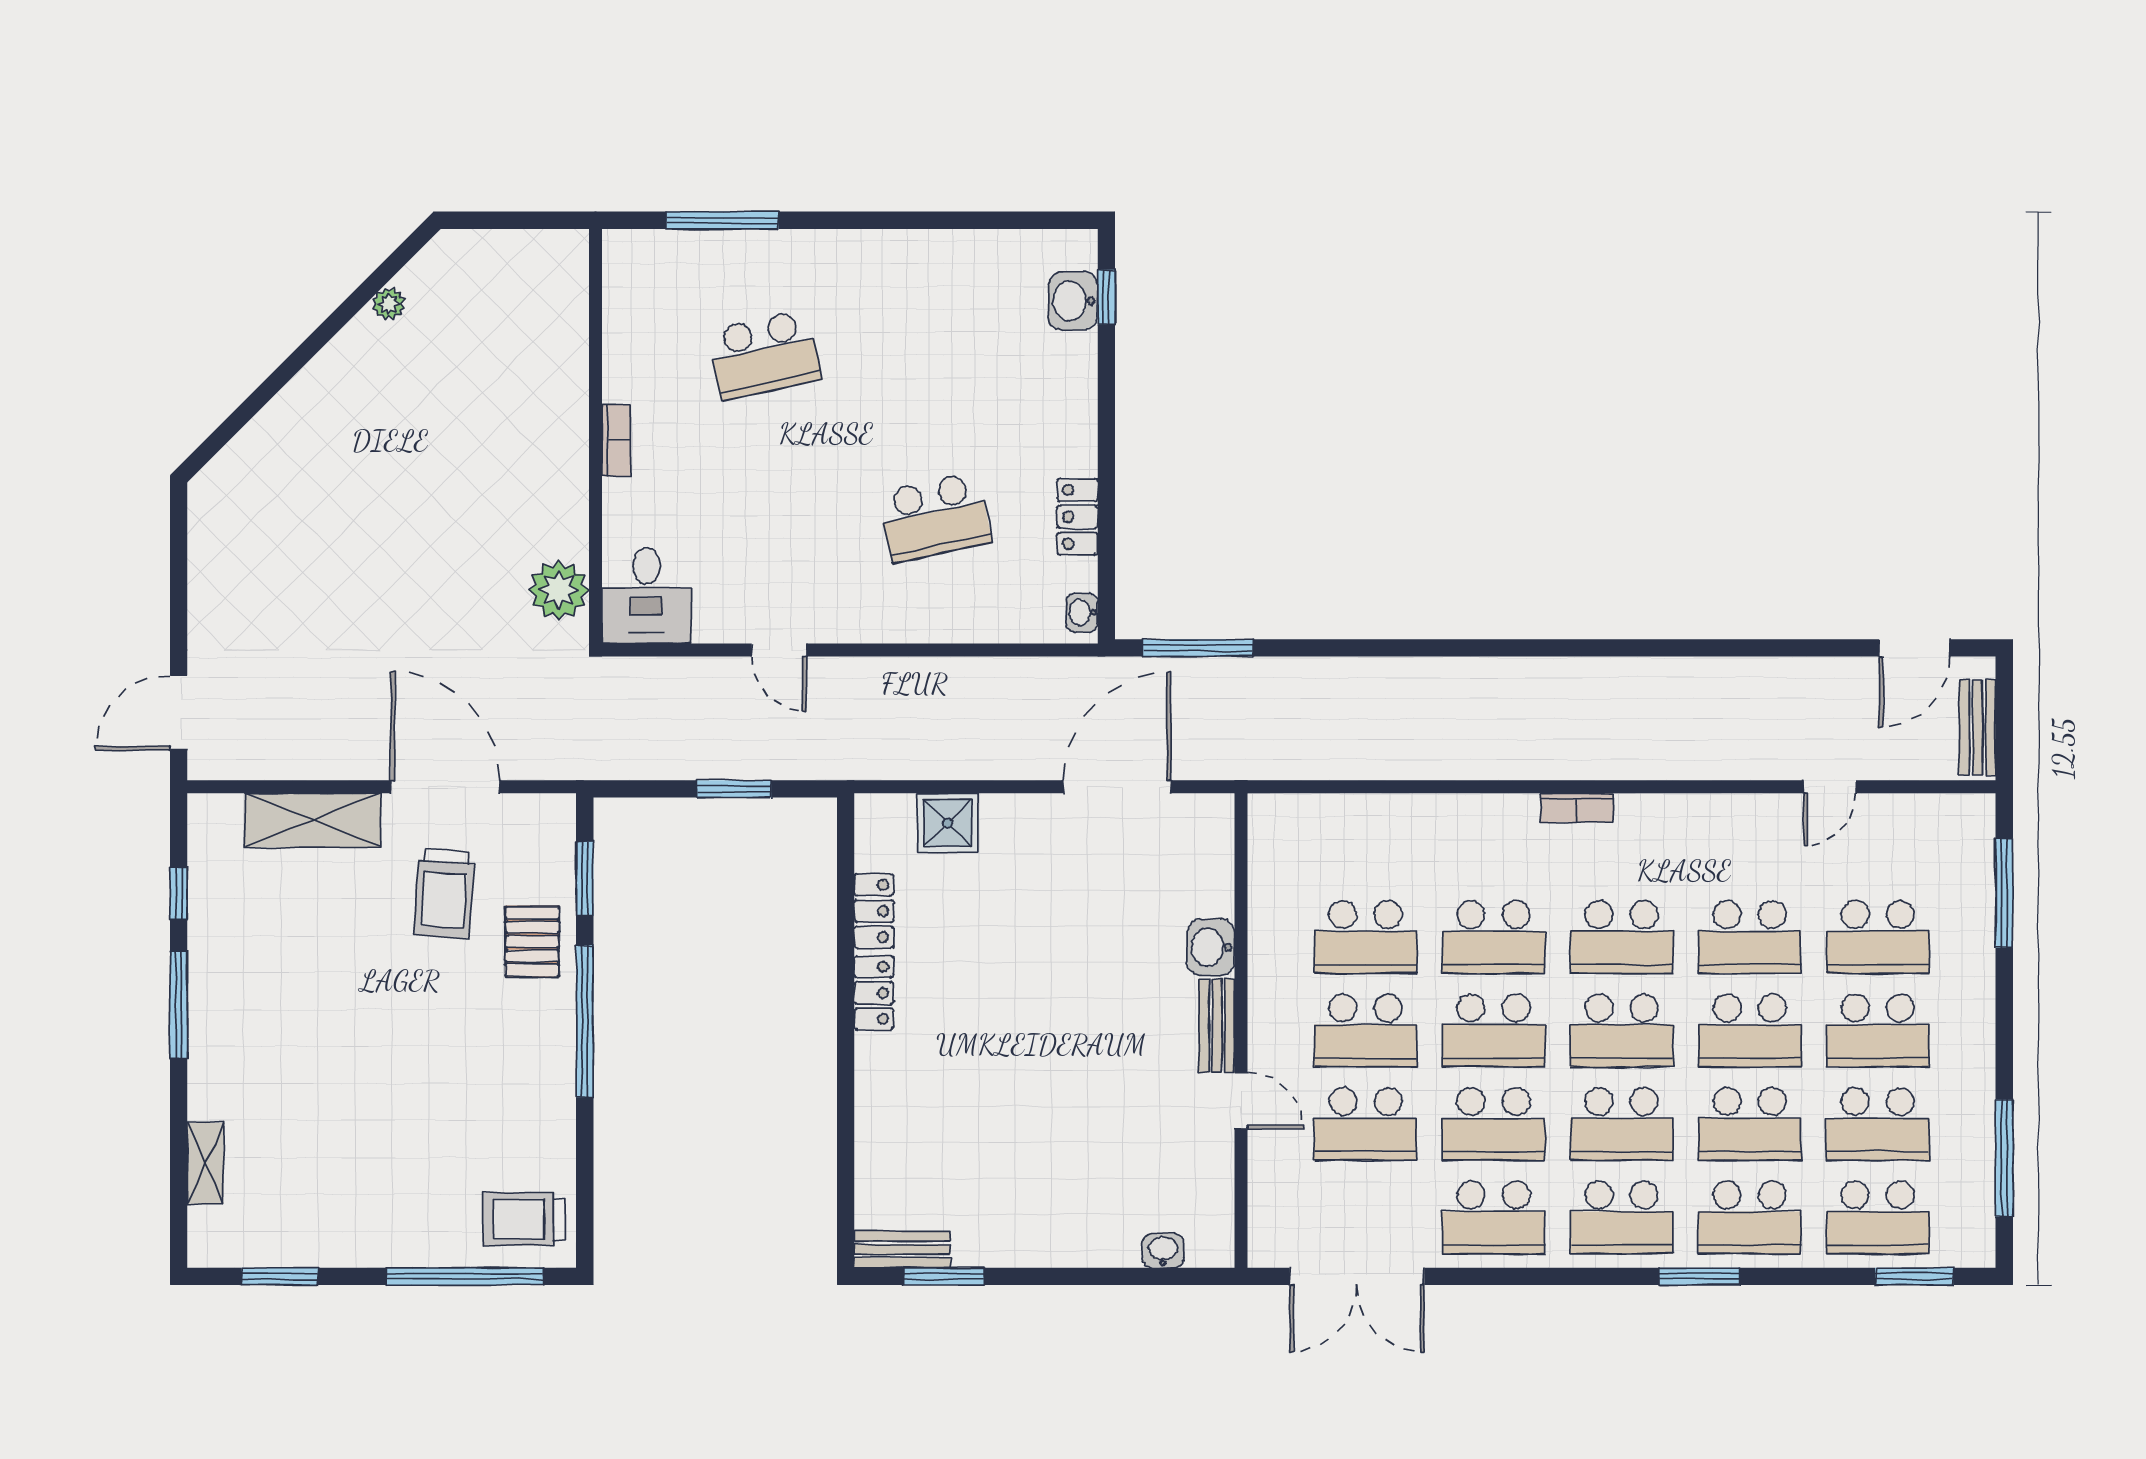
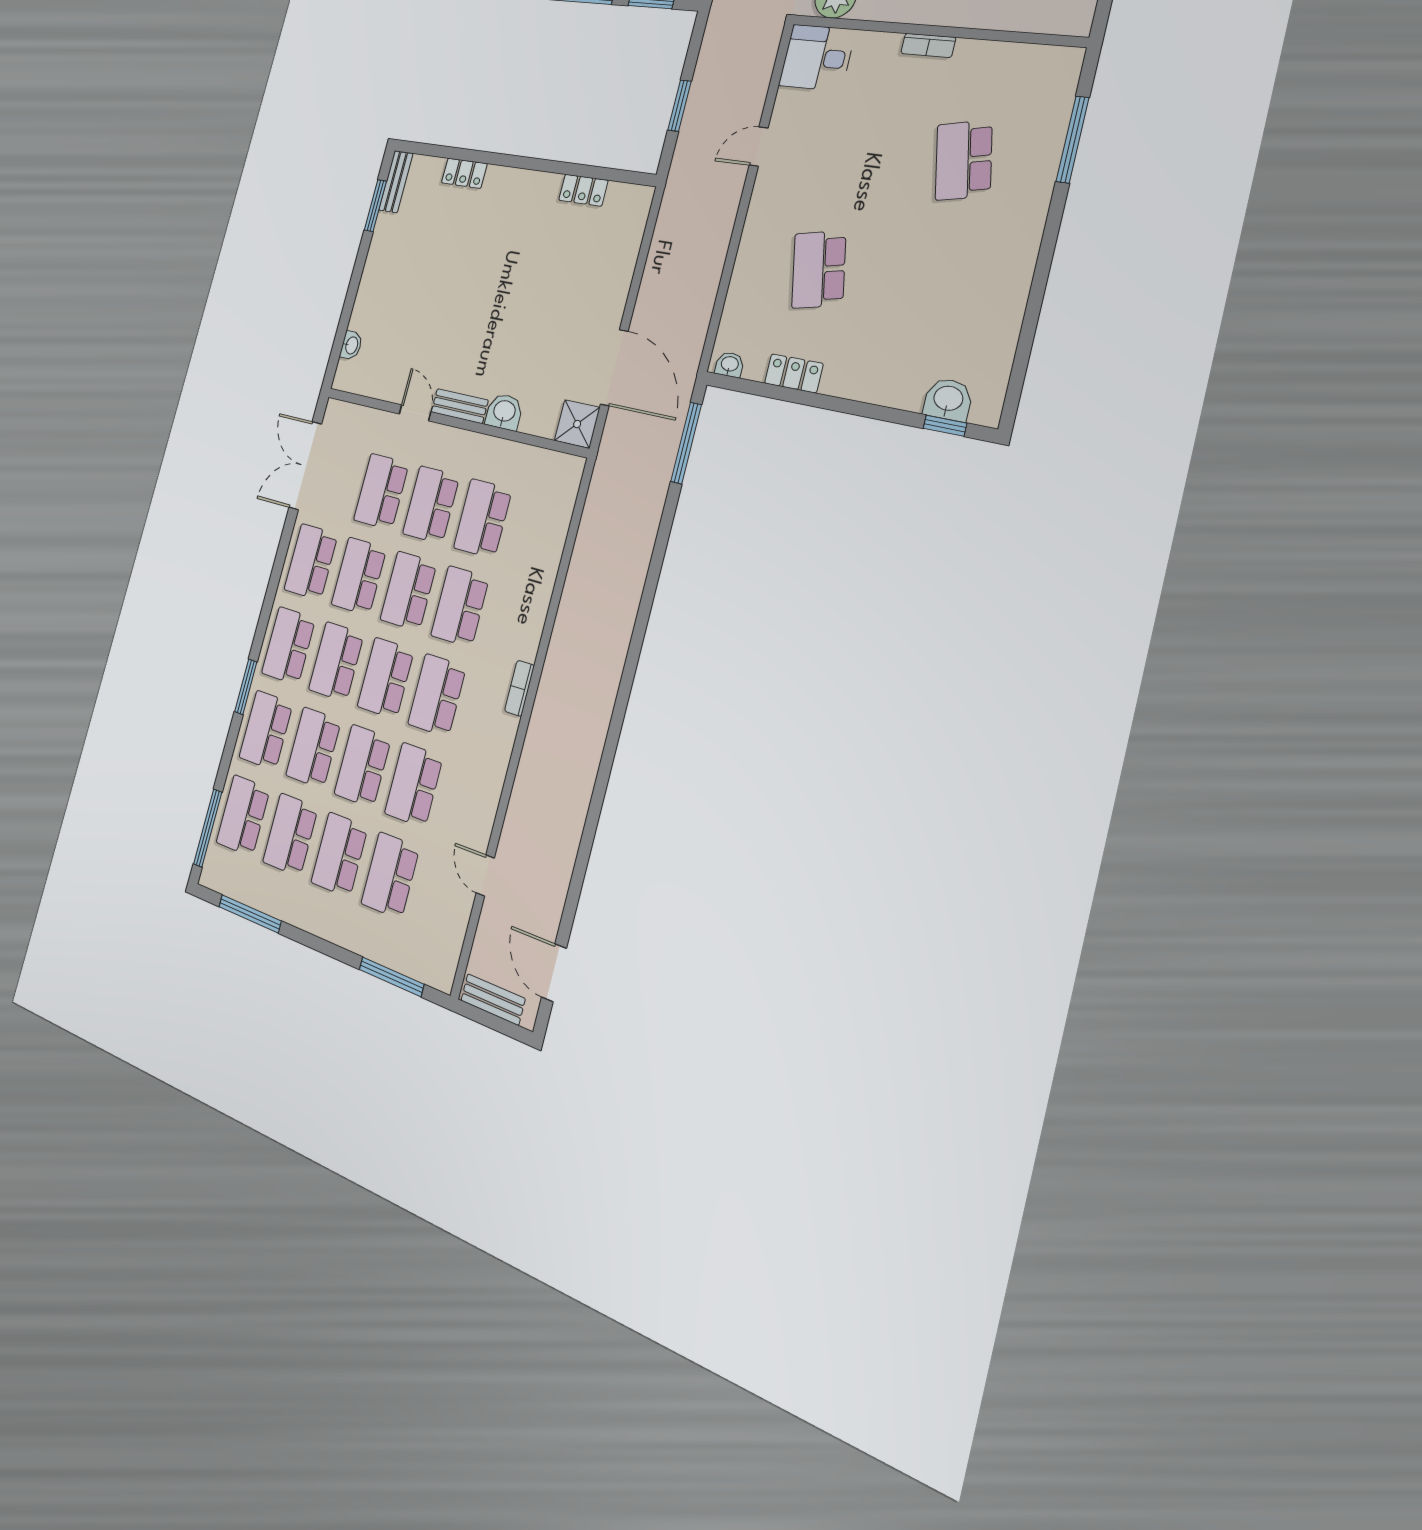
shower: (948, 823) -> (577, 424), moved
locker: (874, 993) -> (464, 173), moved
door: (1241, 1101) -> (415, 413), swing flipped
window: (1914, 1276) -> (208, 828), width x1.44

